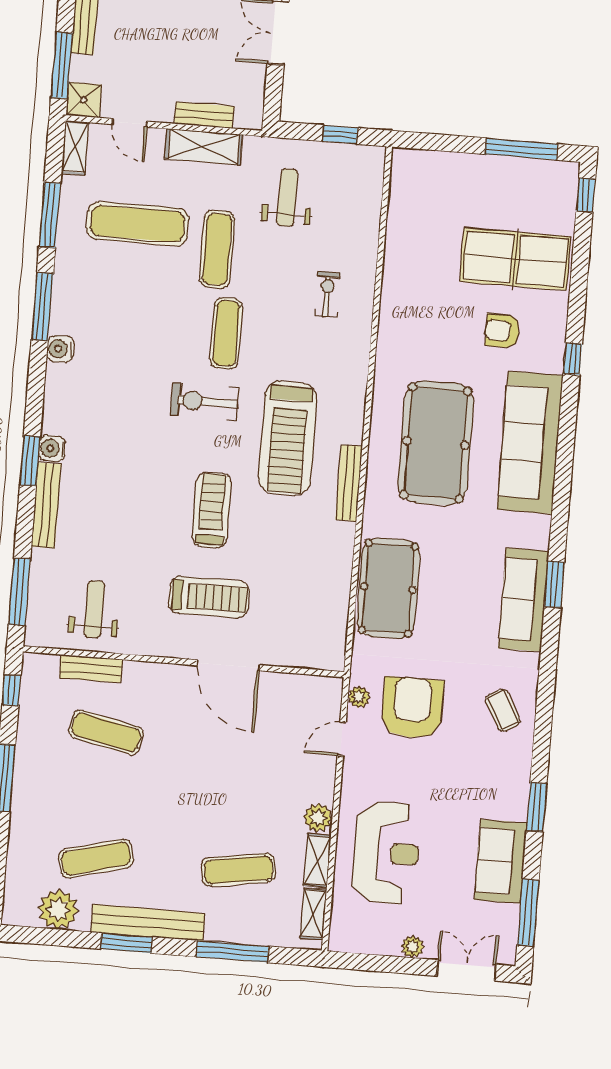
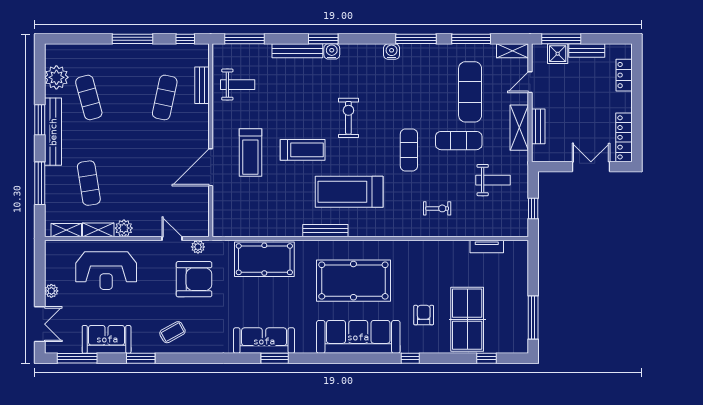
shower: (84, 100) -> (558, 54), moved
window: (586, 195) -> (487, 358), moved
tv unit: (397, 217) -> (487, 246), added
exercise mat: (226, 333) -> (409, 150), turned 90
exercise bike: (204, 401) -> (348, 118), moved
coffee table: (503, 710) -> (172, 332), moved

